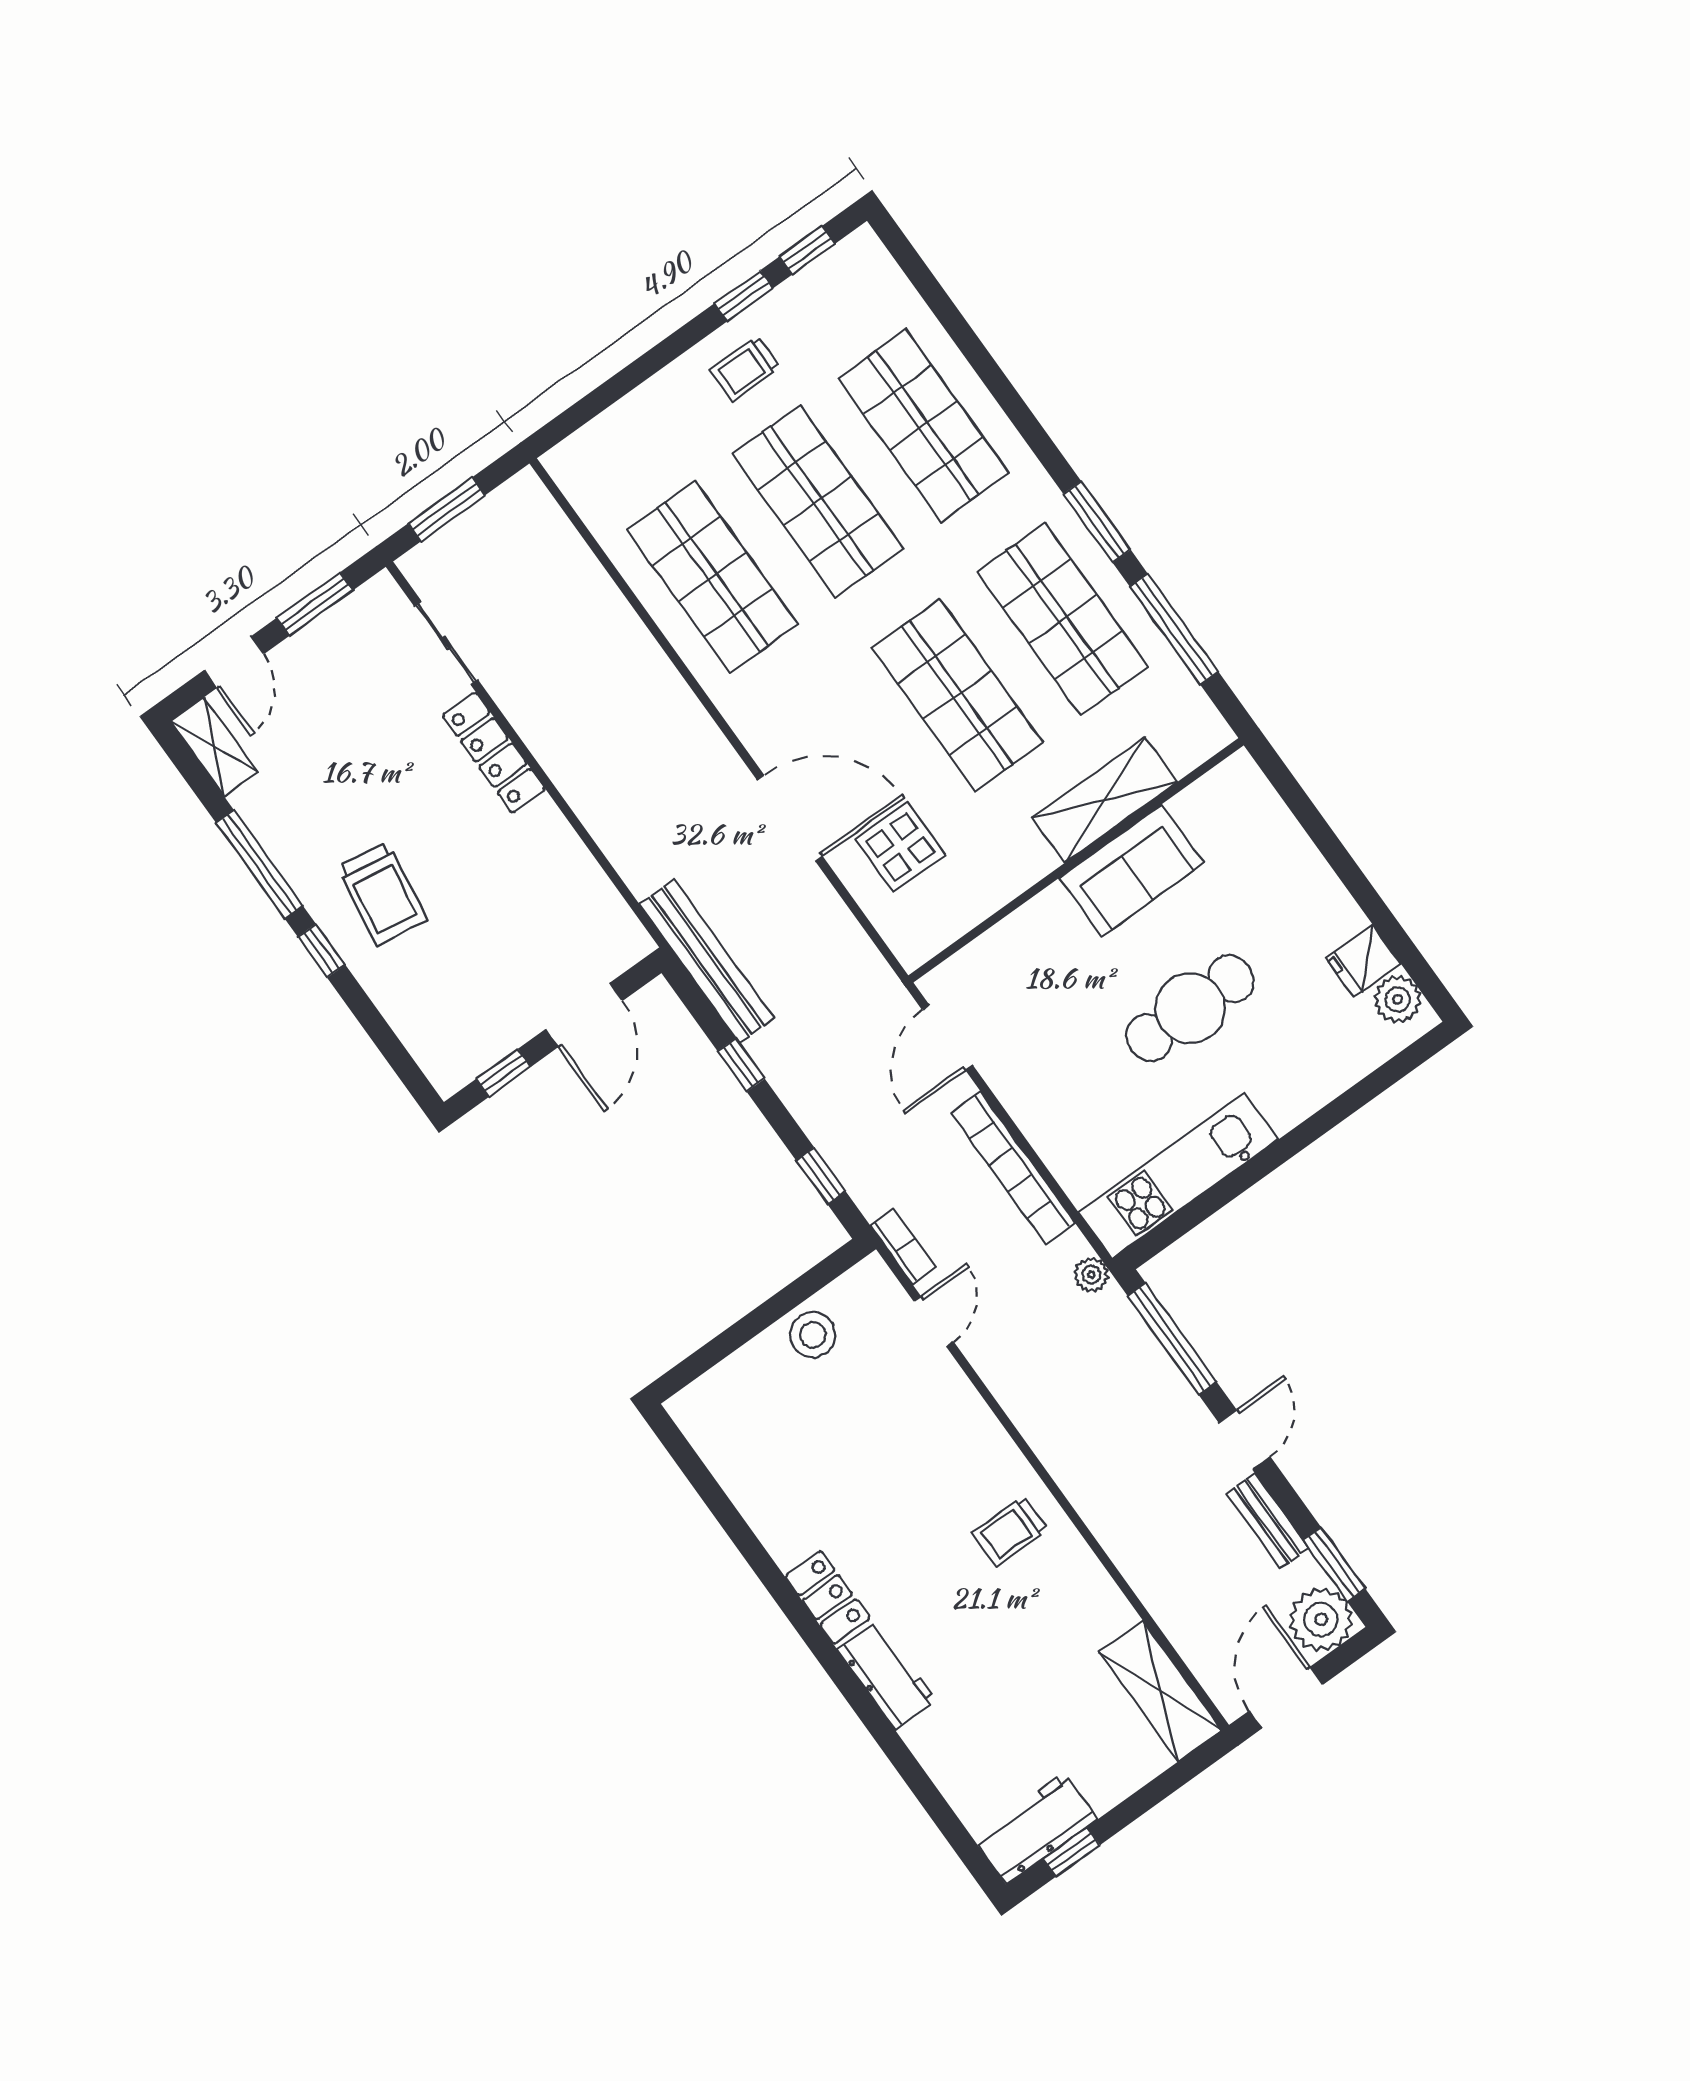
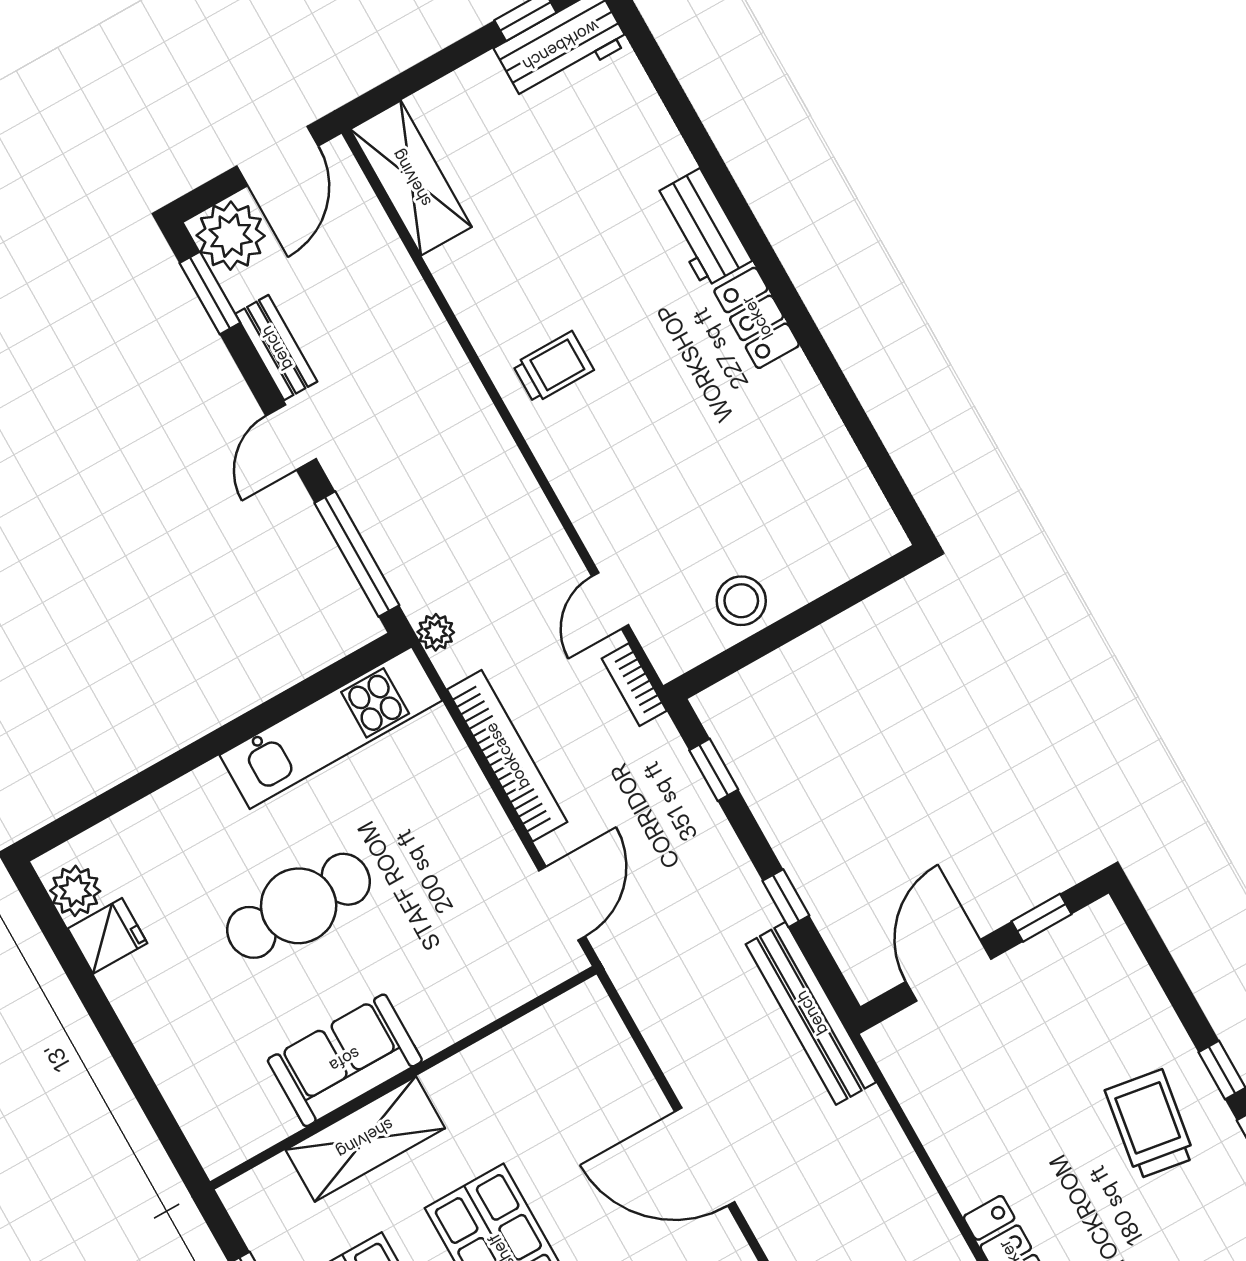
display table: (900, 847) -> (590, 1113), removed

